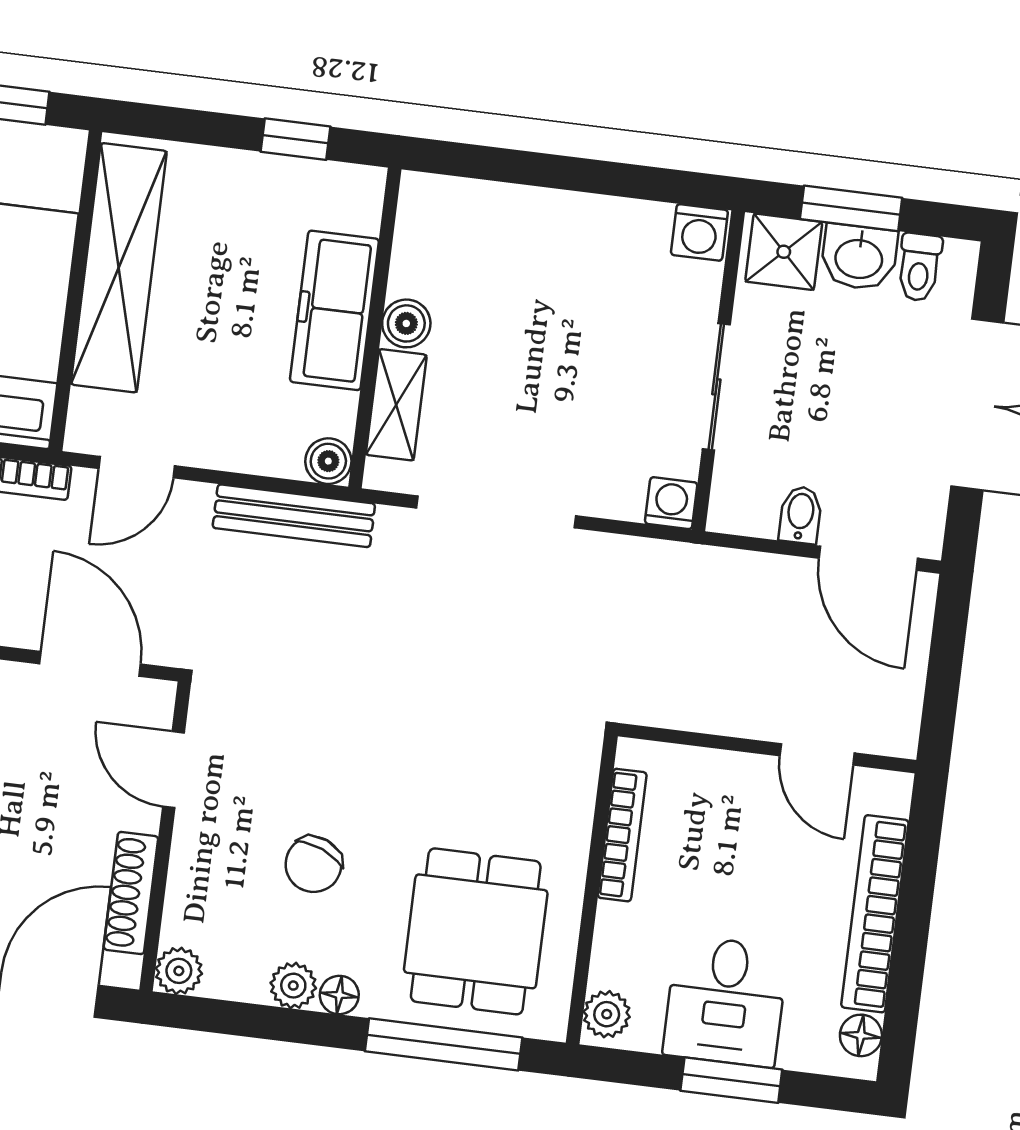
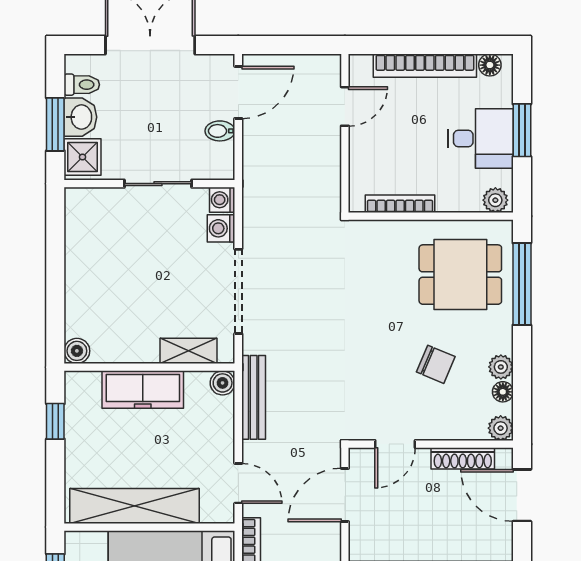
washing machine: (699, 232) -> (221, 228), moved, turned 180
boiler: (406, 323) -> (77, 351), moved
floor lamp: (339, 995) -> (503, 392), moved

